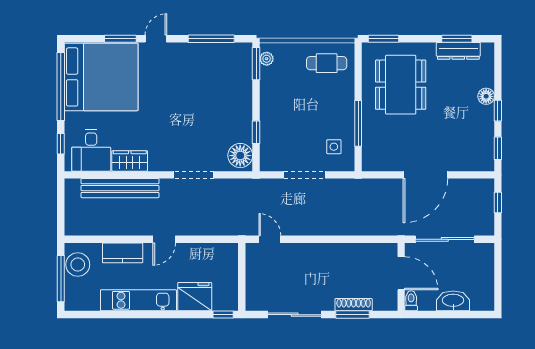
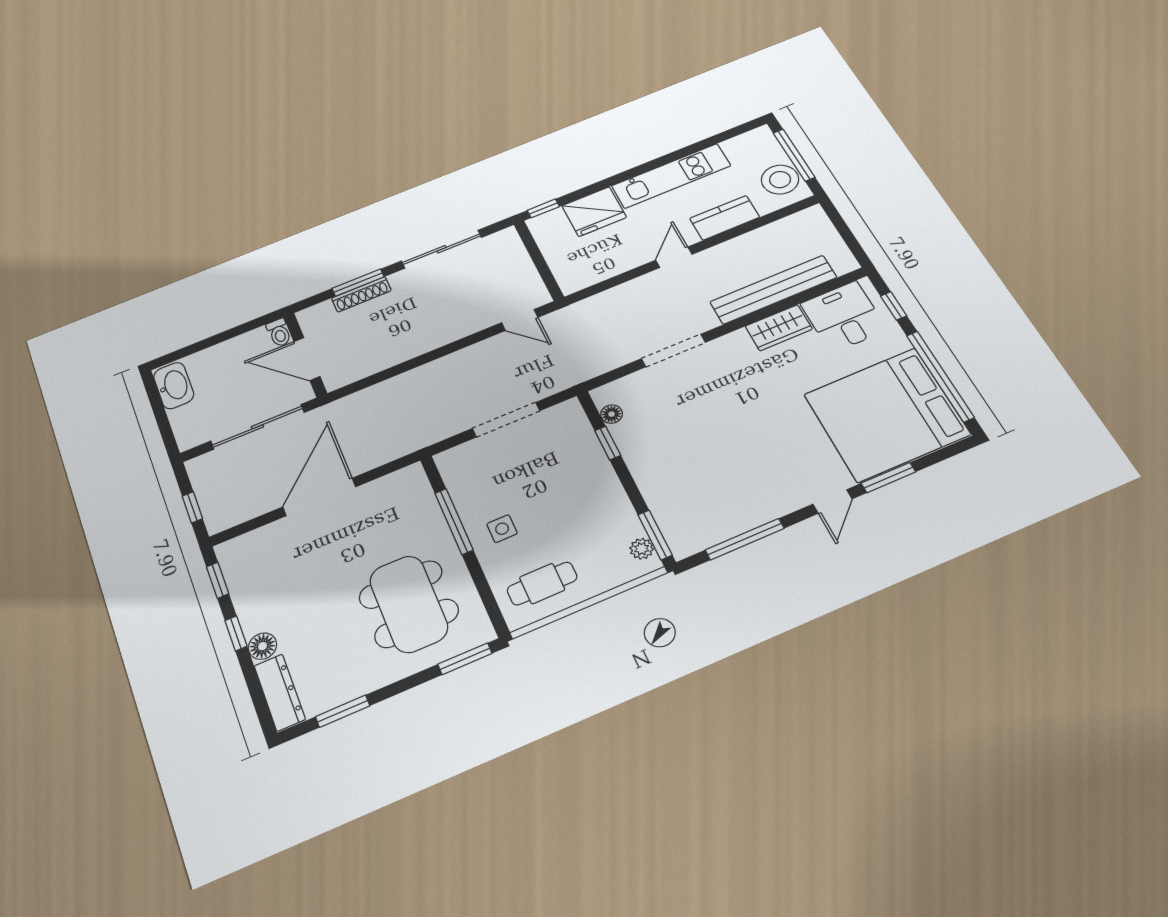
dresser: (458, 51) -> (280, 692), moved, turned 90
side table: (334, 147) -> (502, 529), moved
floor lamp: (240, 156) -> (612, 414), width x0.53, depth x0.53
washbasin: (453, 301) -> (174, 386), moved, turned -90

